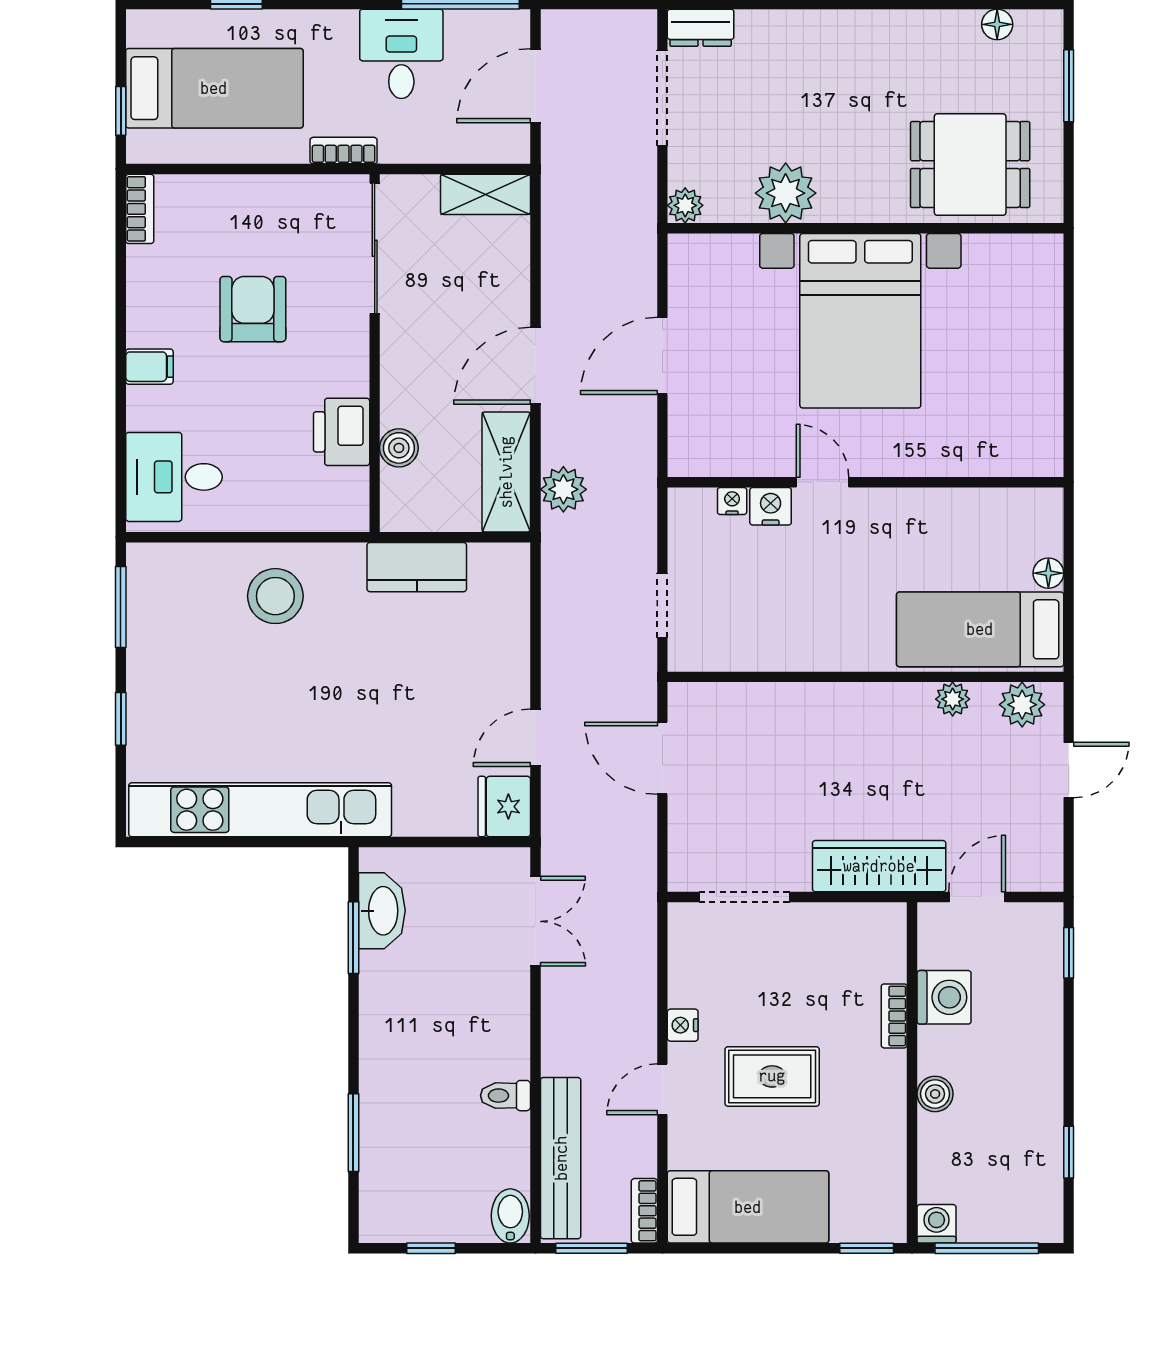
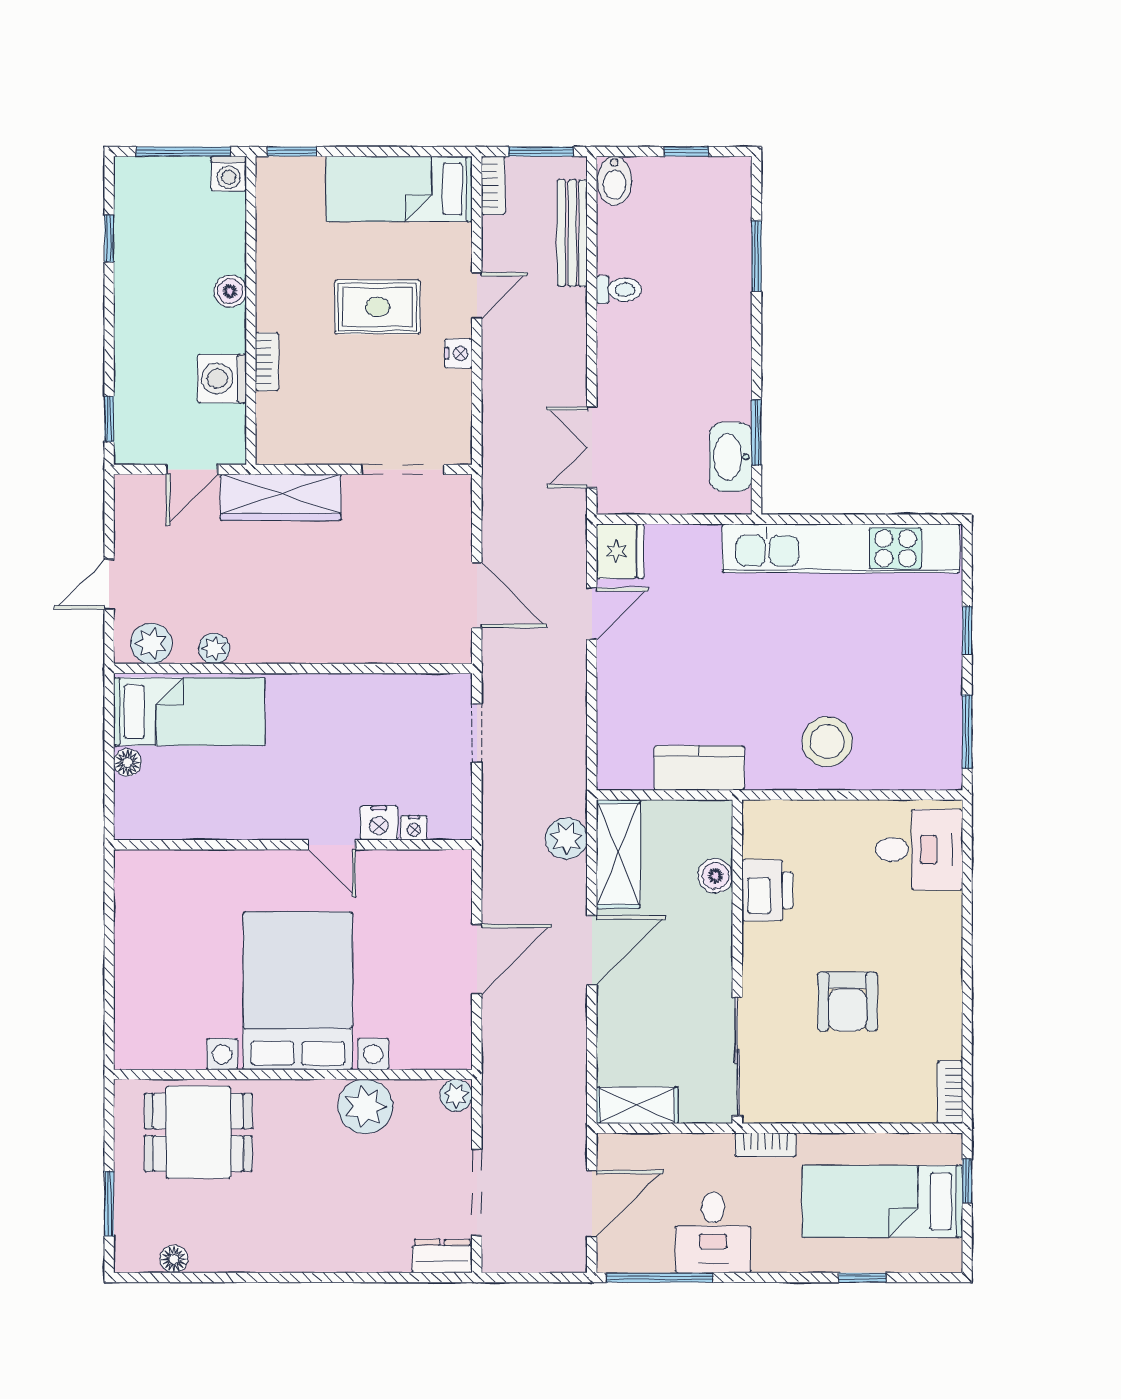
filing cabinet: (149, 367) -> (941, 949), removed
bench: (561, 1158) -> (572, 233), width x0.73, depth x0.82

